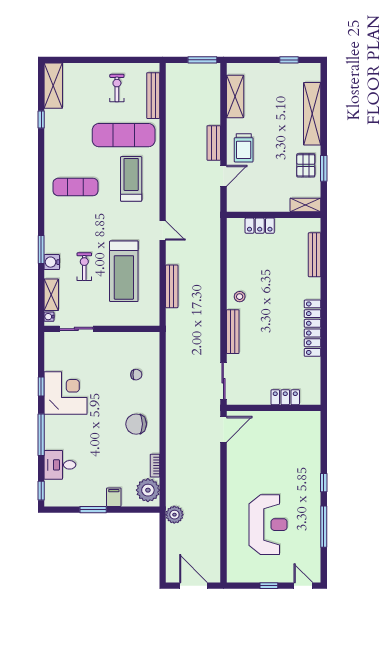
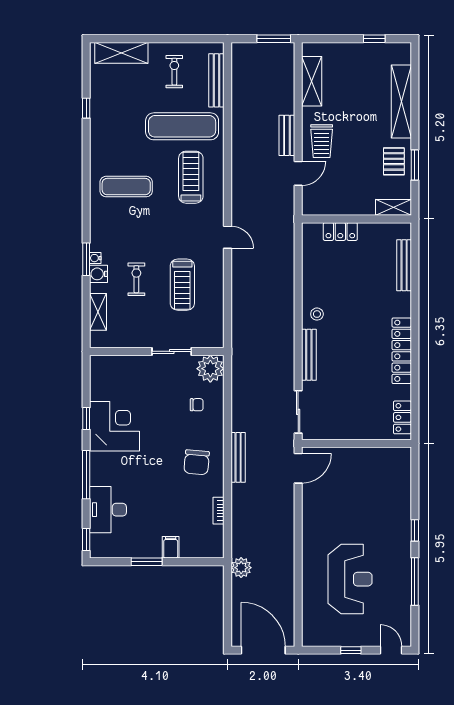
shelving: (53, 86) -> (121, 53), moved, turned 90
treadmill: (124, 271) -> (182, 285), width x0.73, depth x0.73
bench: (172, 286) -> (238, 457), moved
water cooler: (49, 317) -> (95, 258), moved
sliding door: (76, 329) -> (172, 351), moved
locker: (285, 397) -> (402, 417), moved, turned -90
chair: (136, 424) -> (197, 462), turned -85
desk: (60, 465) -> (108, 510), width x1.37
plant: (148, 490) -> (210, 369), moved
door: (194, 586) -> (263, 650), width x1.36

